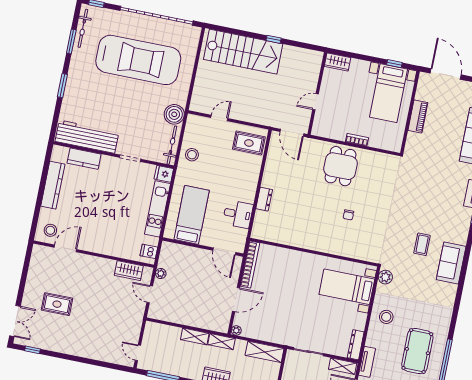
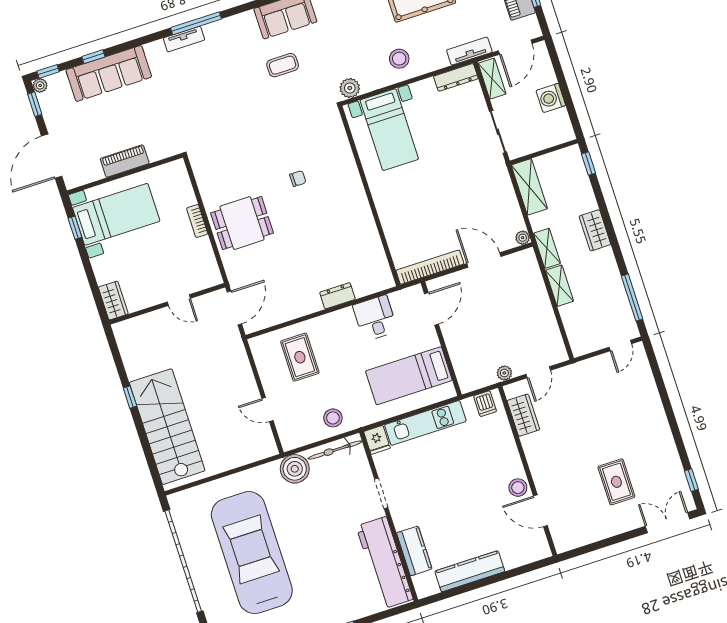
rug: (249, 143) -> (300, 357), moved
stool: (50, 230) -> (518, 488), moved

